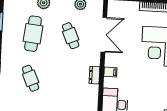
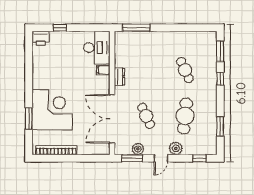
double door: (104, 35) -> (112, 119), width x1.36
filing cabinet: (110, 72) -> (103, 70), moved

